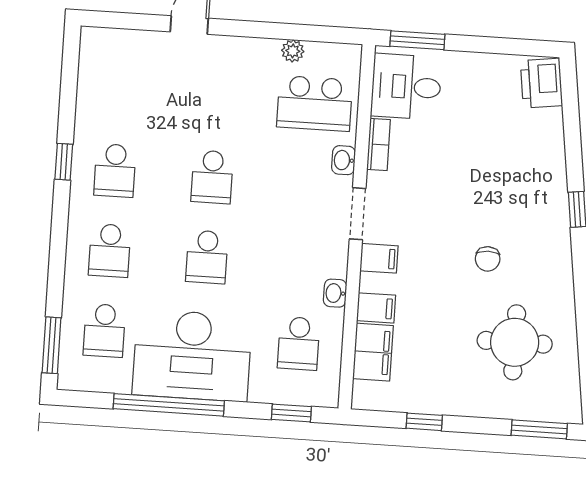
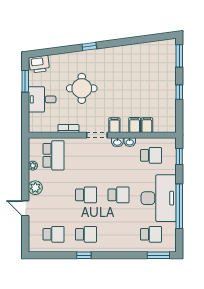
window: (417, 40) -> (25, 81), moved
plant: (238, 53) -> (35, 188), added
desk: (406, 87) -> (42, 99), moved, turned 90
washbasin: (344, 160) -> (117, 142), moved
school desk: (110, 251) -> (54, 234), moved
chair: (488, 259) -> (112, 81), removed
round table: (515, 342) -> (82, 88), moved
filing cabinet: (373, 352) -> (147, 125), width x0.50
window: (424, 422) -> (179, 92), moved

